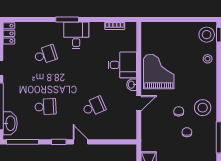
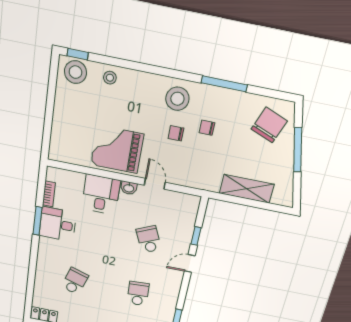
window: (67, 19) -> (37, 221), moved
desk: (76, 35) -> (58, 224), moved
school desk: (45, 55) -> (75, 281), turned 36
window: (59, 142) -> (196, 236), moved

